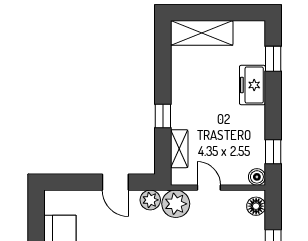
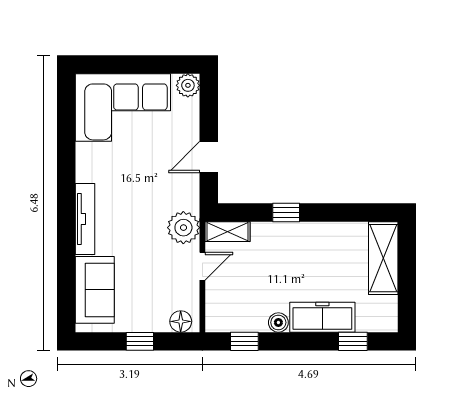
freezer: (252, 85) -> (322, 317), width x1.40
shelving: (179, 149) -> (228, 232), moved
boiler: (257, 177) -> (278, 322), moved
plant: (150, 200) -> (188, 85), moved

